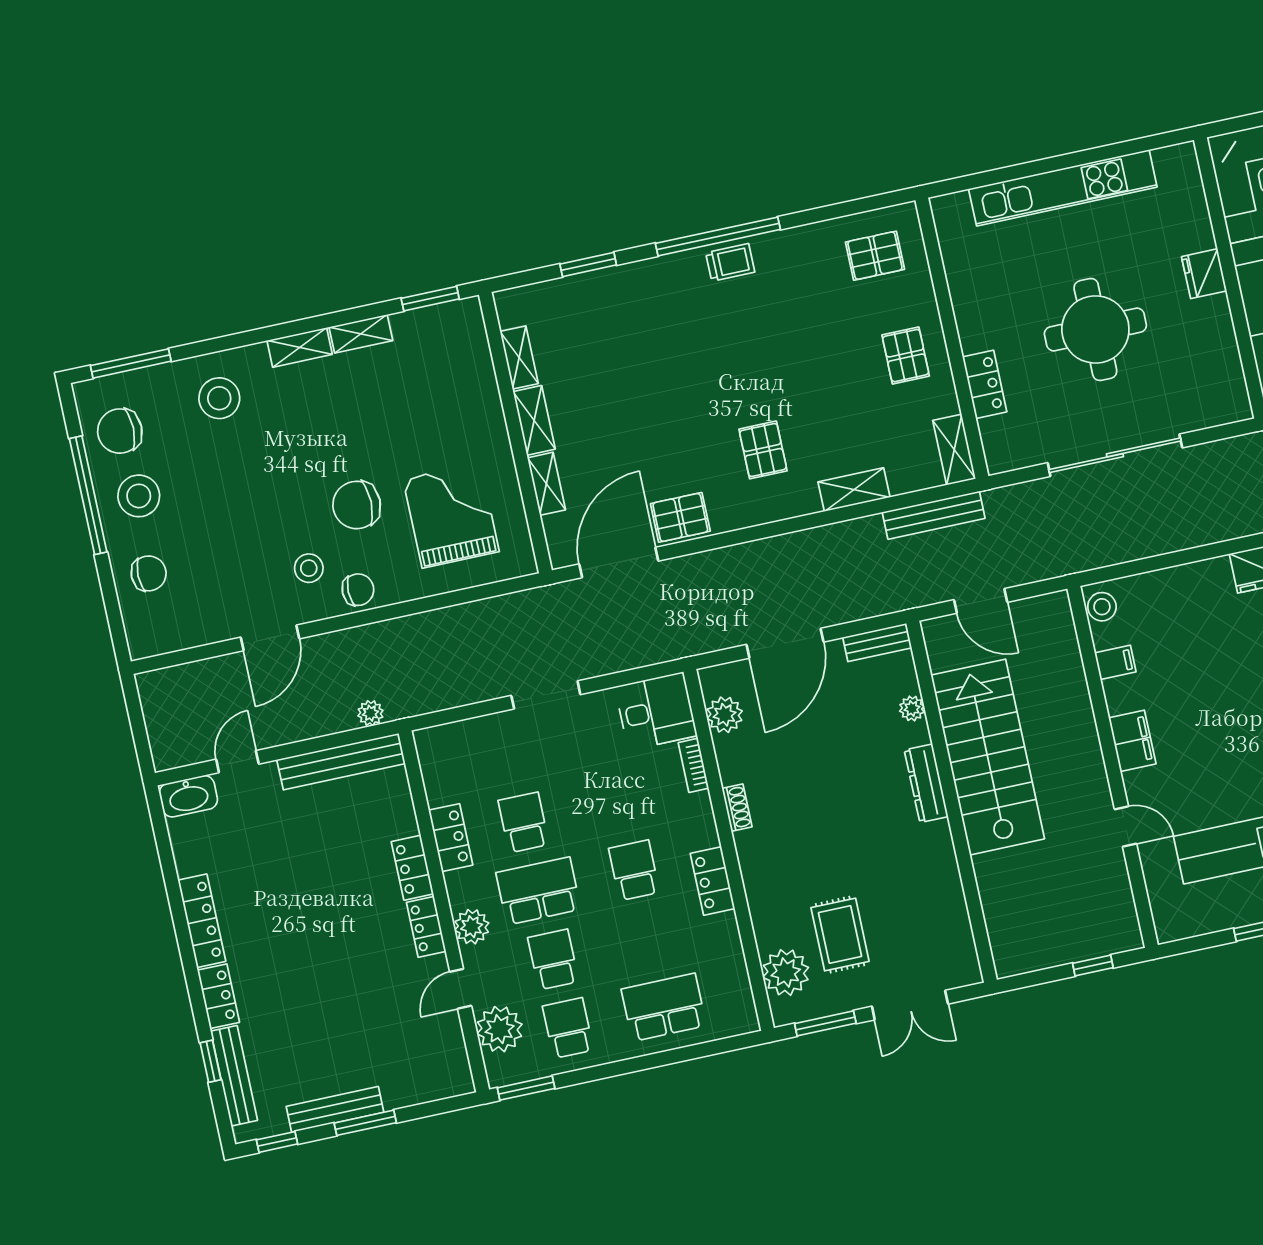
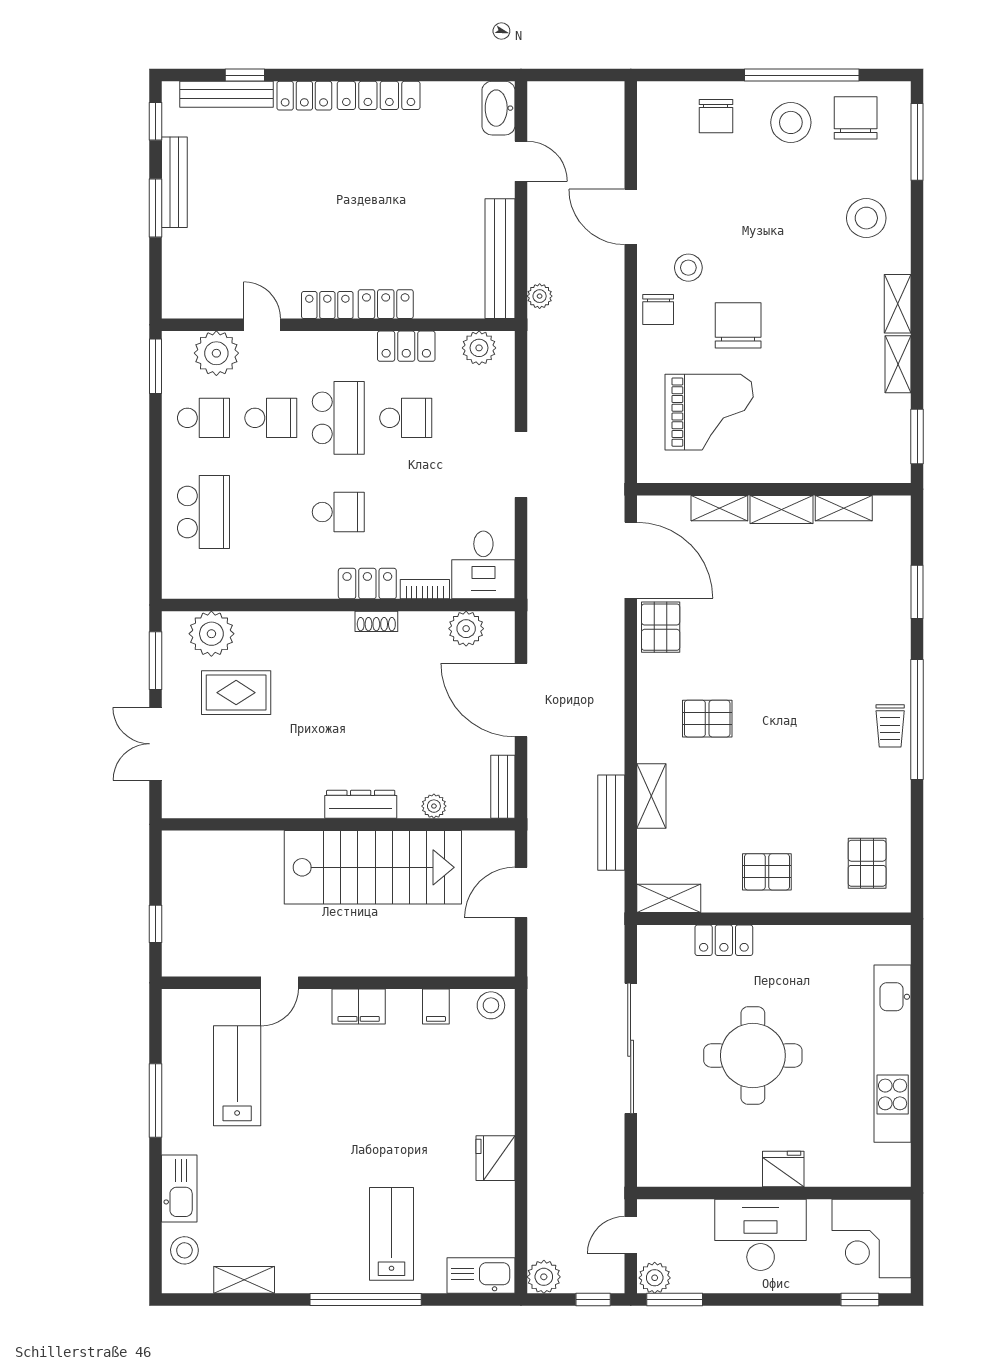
bench: (934, 515) -> (611, 823), moved
locker: (713, 881) -> (367, 584), moved
plant: (472, 927) -> (479, 348), moved

